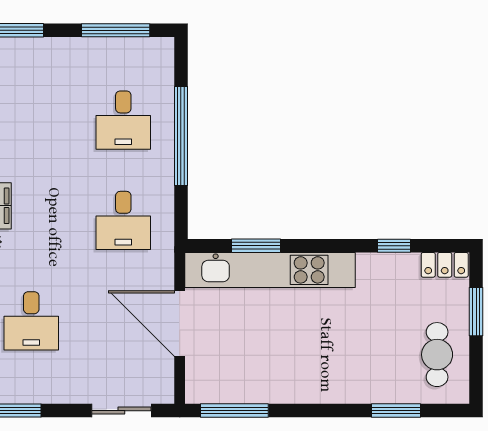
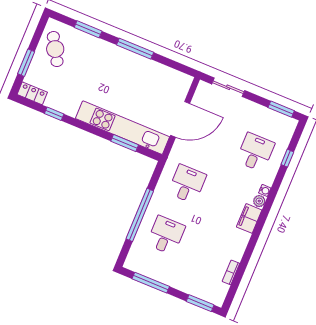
door: (180, 324) -> (180, 119), hinge flipped
cafe table: (437, 355) -> (55, 49), turned -31
window: (234, 411) -> (135, 49), moved

